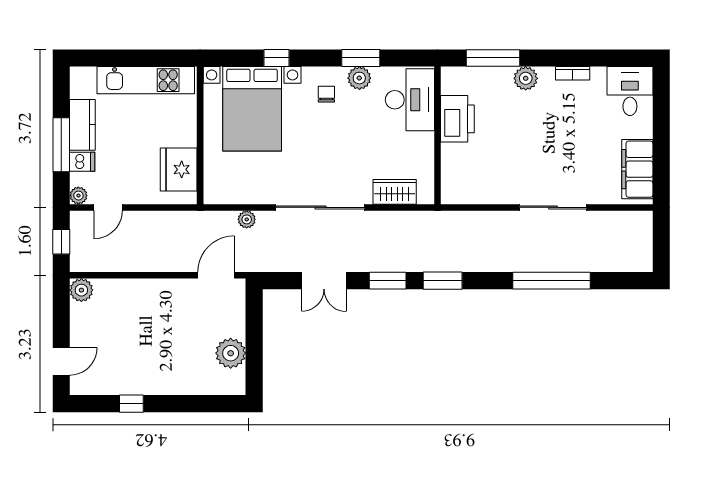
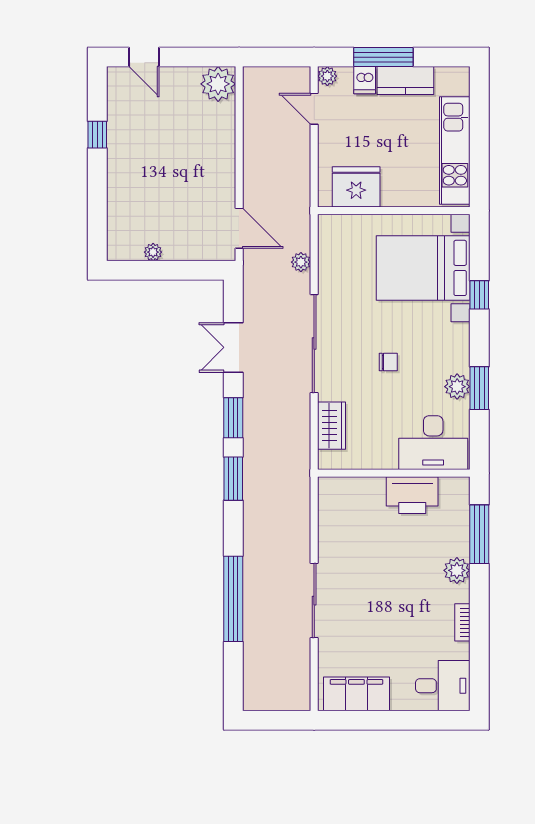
chair: (326, 94) -> (388, 362), moved
window: (61, 242) -> (276, 57), removed
plant: (81, 290) -> (218, 84), width x1.36, depth x1.36
plant: (231, 353) -> (153, 252), width x0.53, depth x0.53

